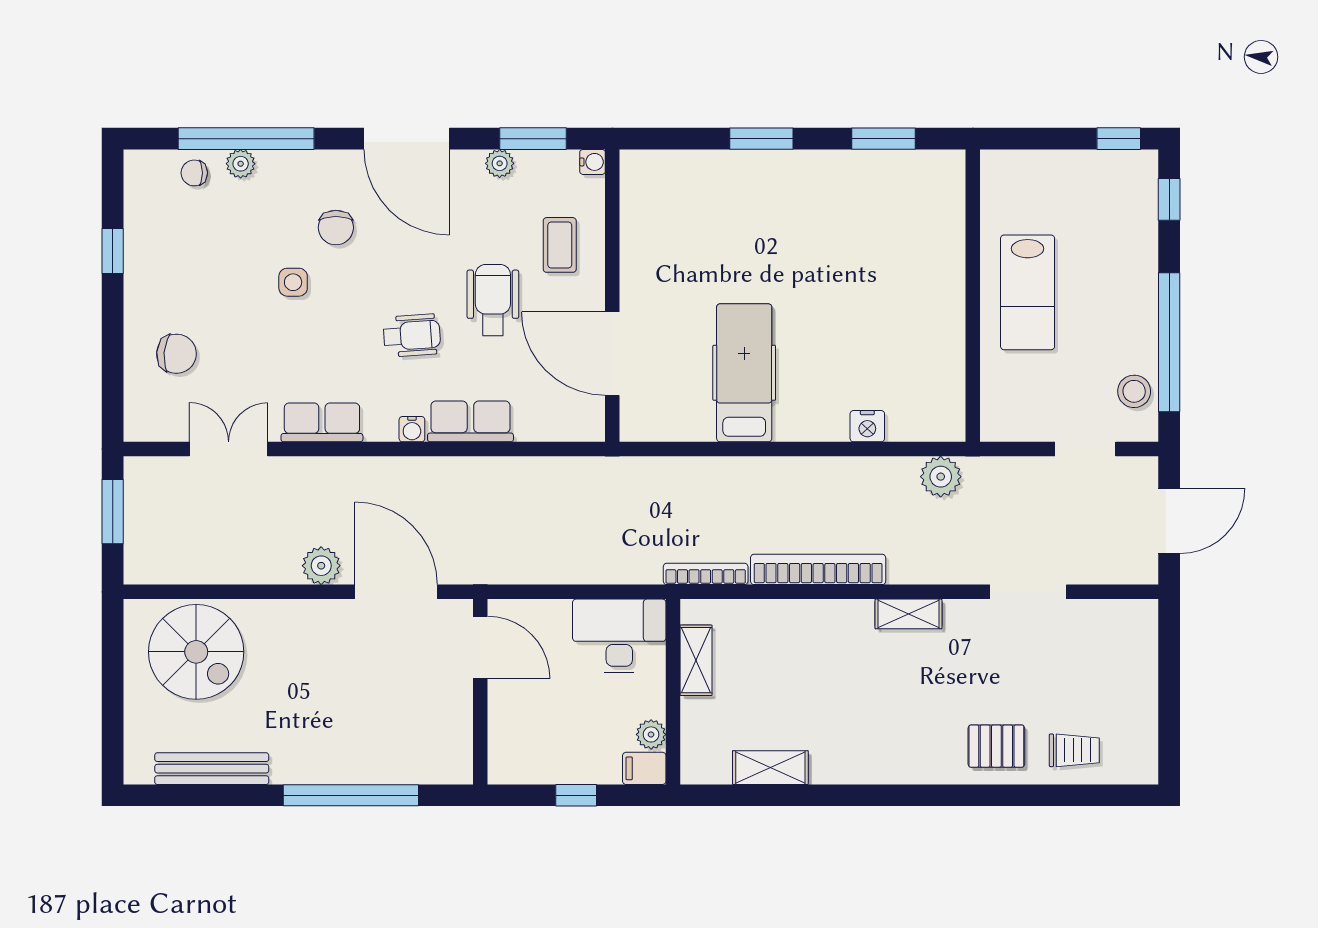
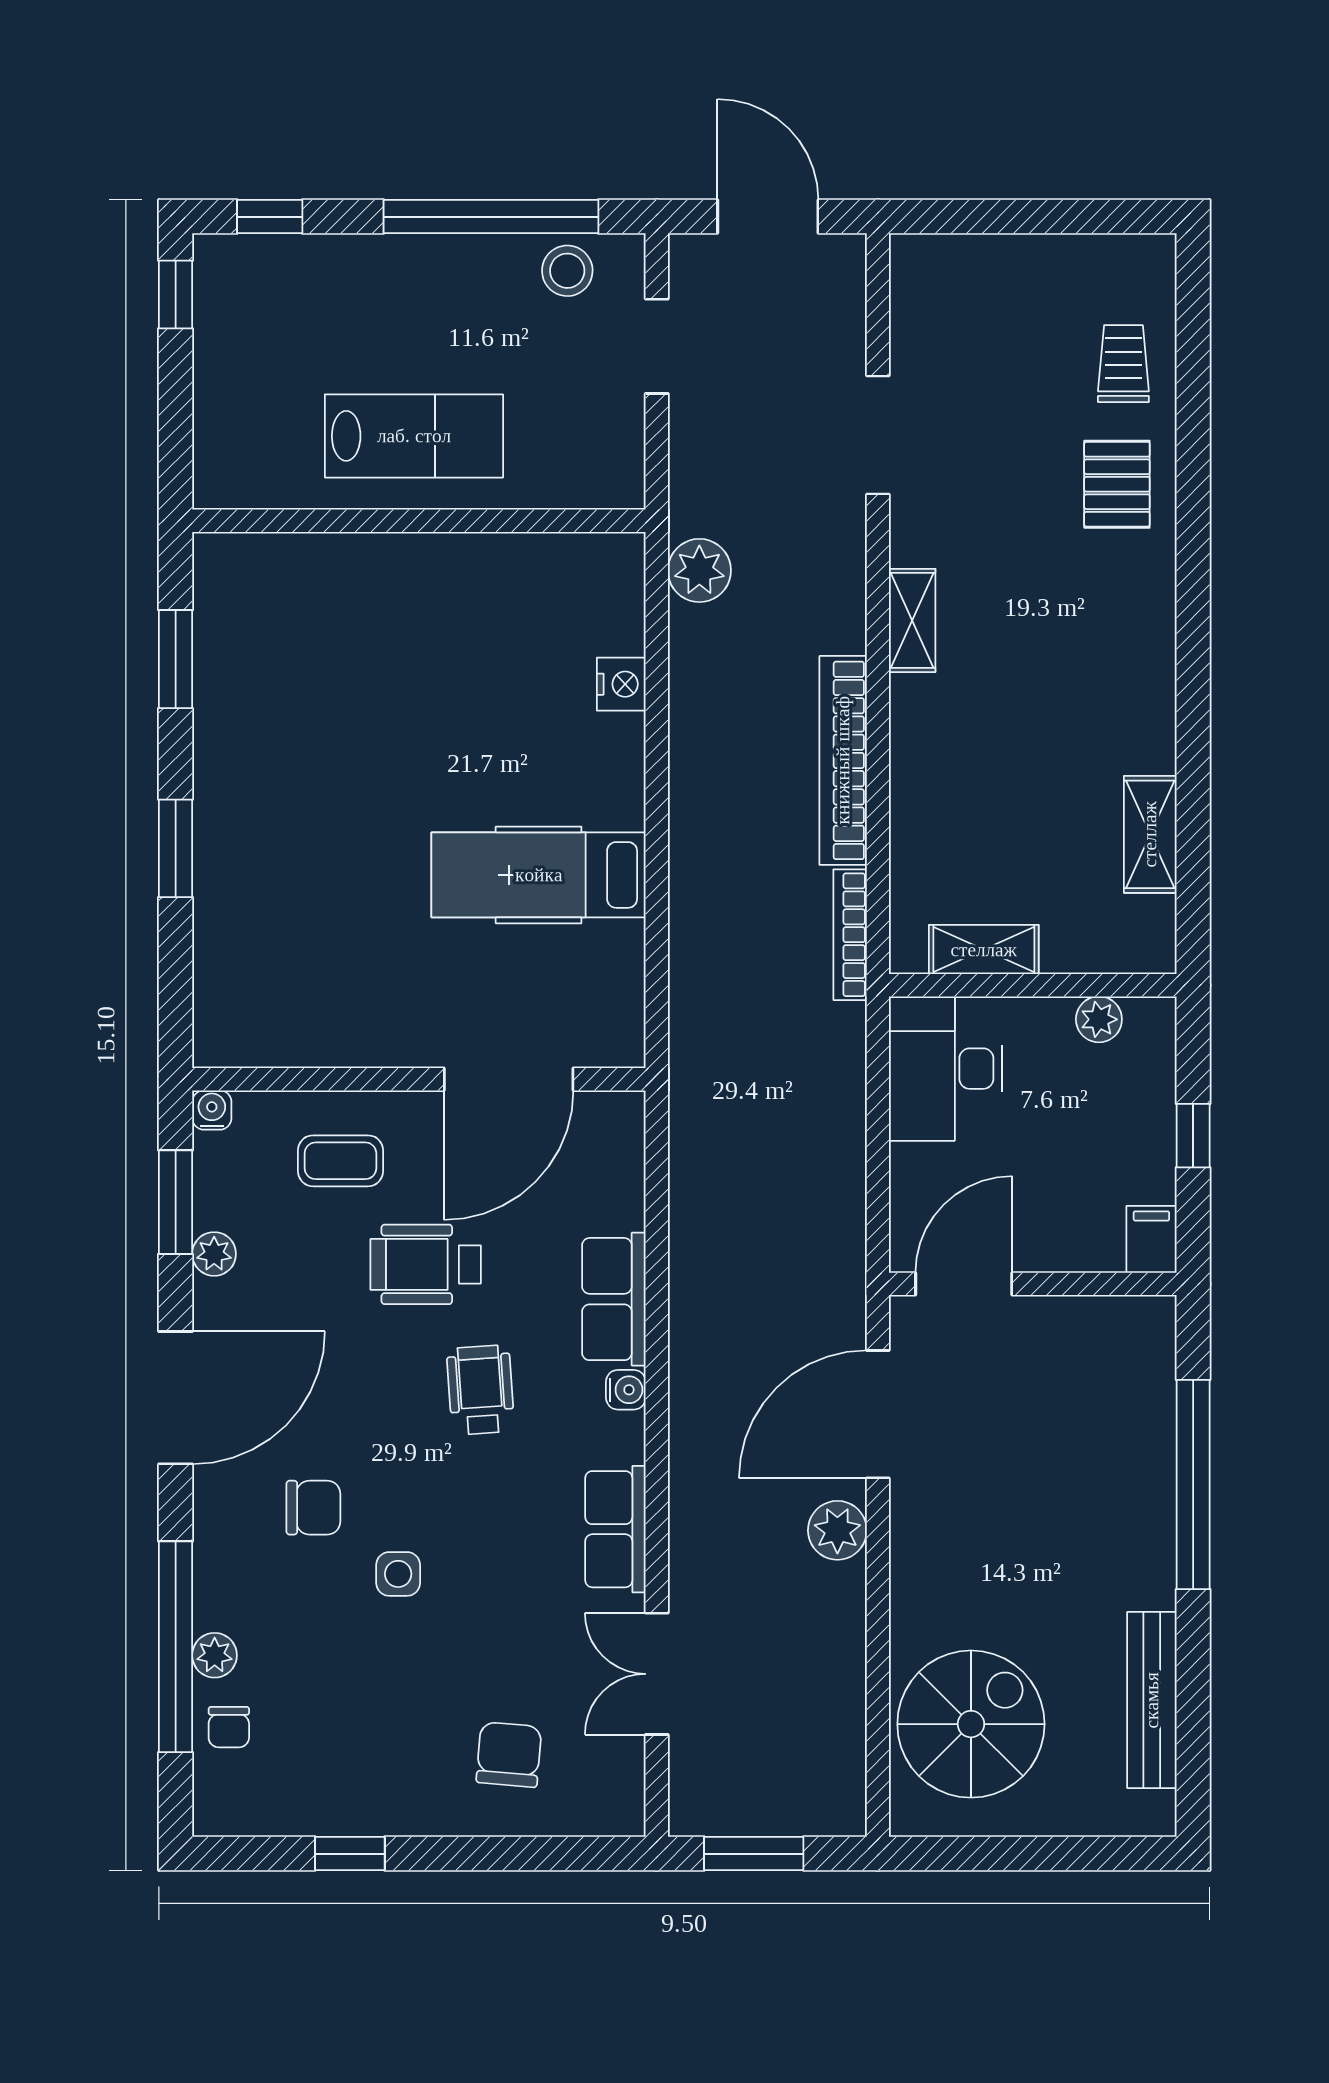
filing cabinet: (644, 768) -> (1151, 1239), moved, turned 180

